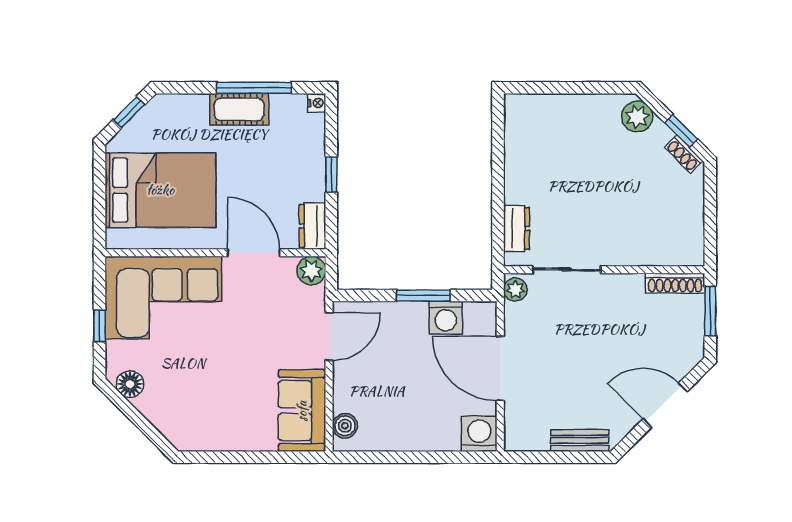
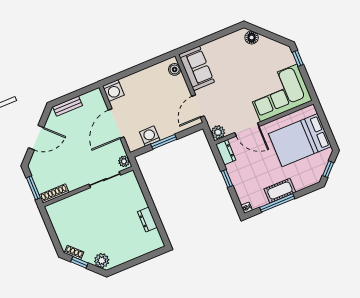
dresser: (517, 228) -> (147, 219), moved
window: (100, 326) -> (298, 58), moved
door: (500, 369) -> (116, 123), swing flipped
floor lamp: (130, 384) -> (252, 38), moved

